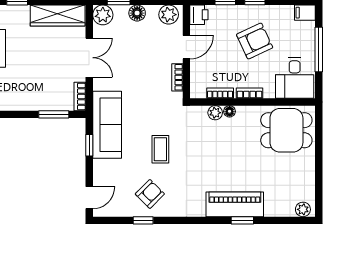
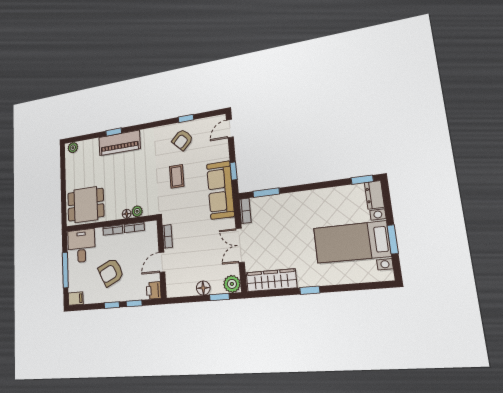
plant: (169, 15) -> (178, 289), removed

